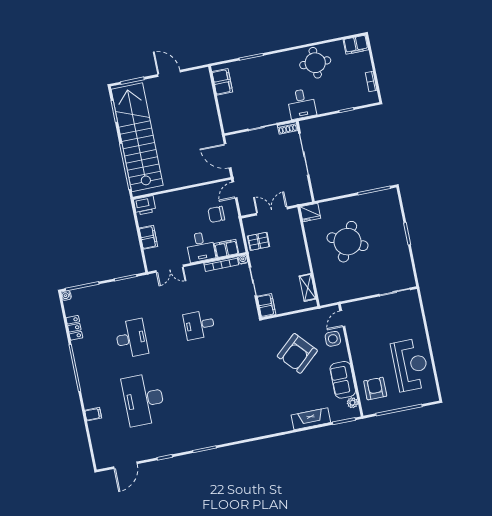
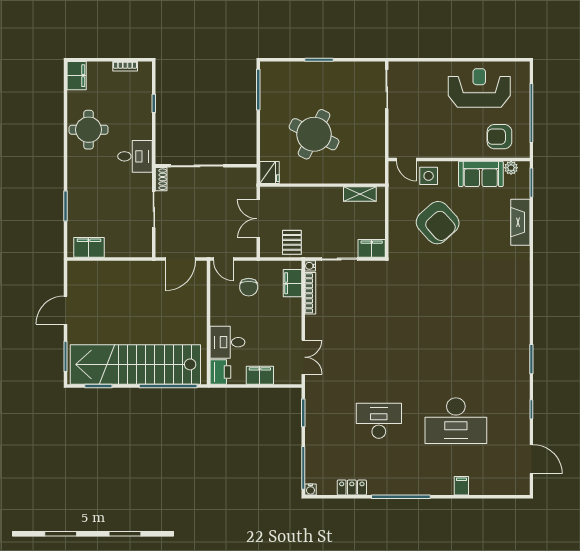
desk: (200, 247) -> (227, 342), moved, turned 180
desk: (199, 325) -> (379, 335), removed

